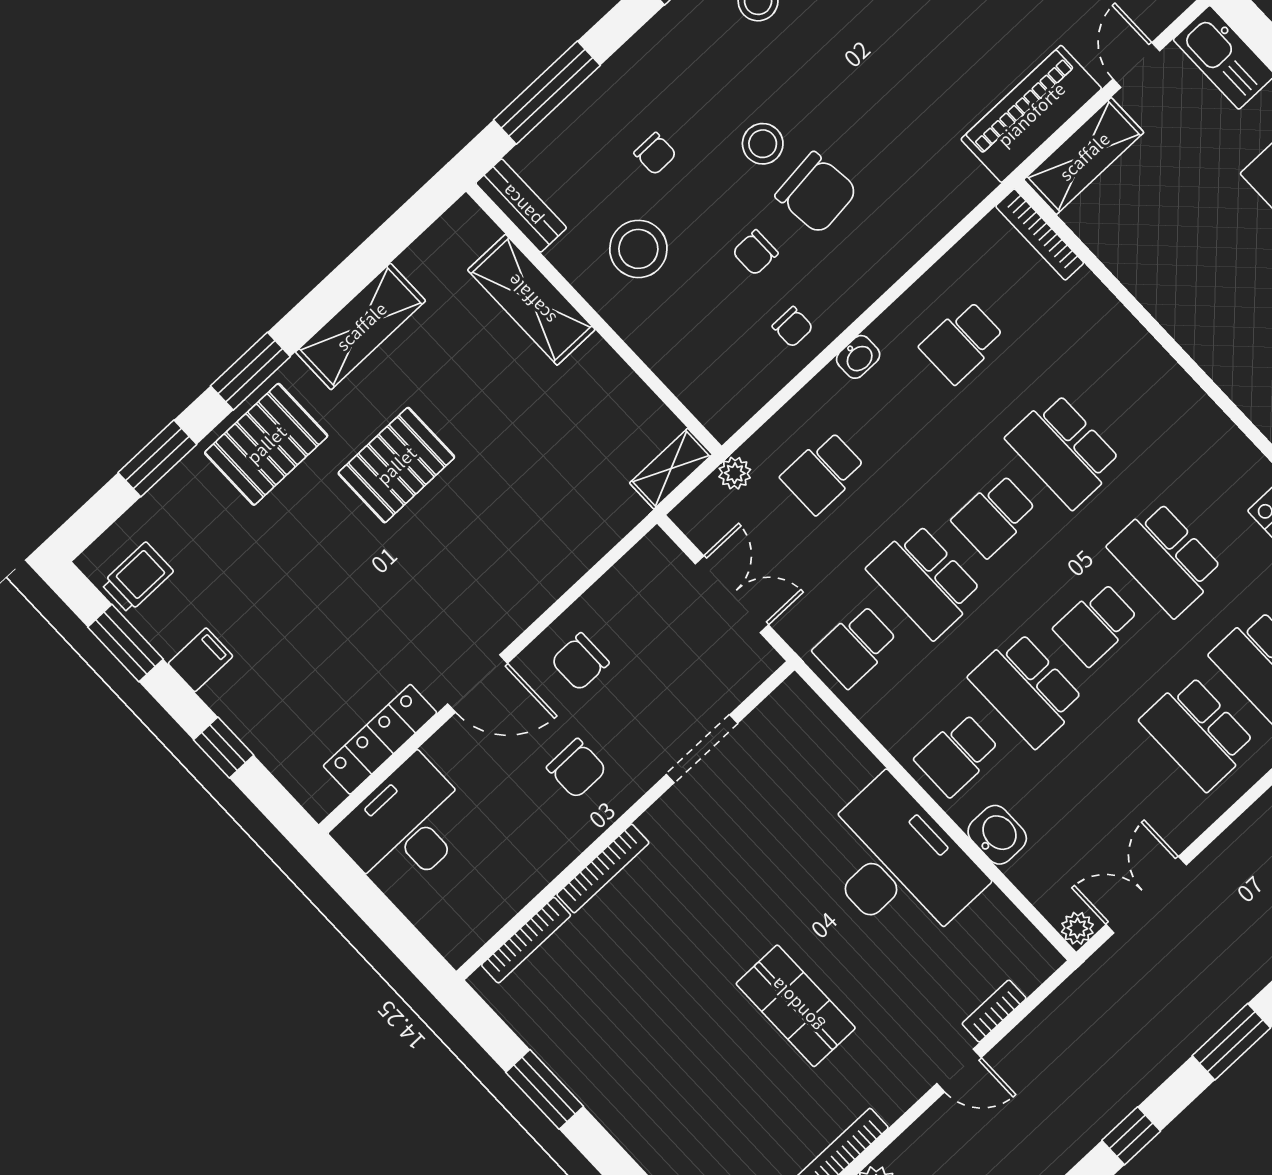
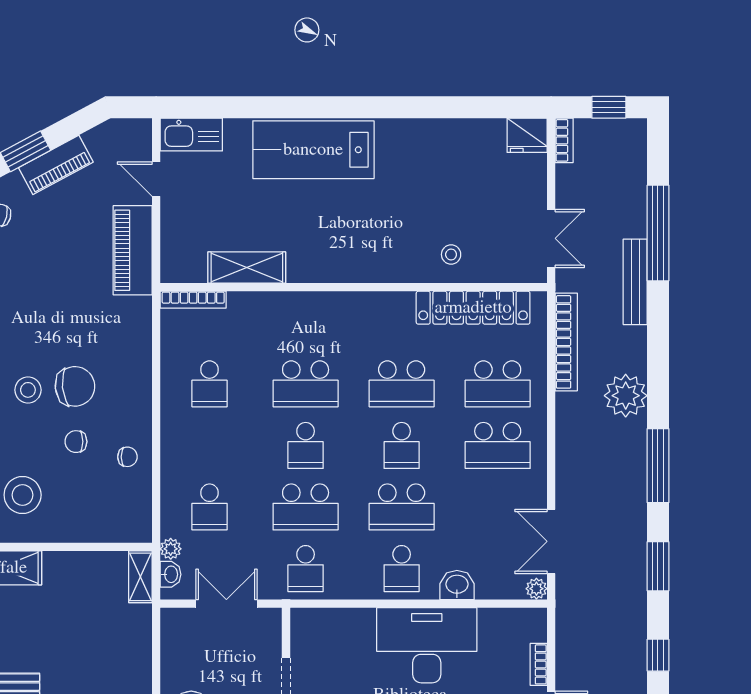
shelving: (1084, 156) -> (247, 268), moved, turned 90
chair: (755, 253) -> (76, 442), turned 90
washbasin: (858, 357) -> (171, 574), moved

